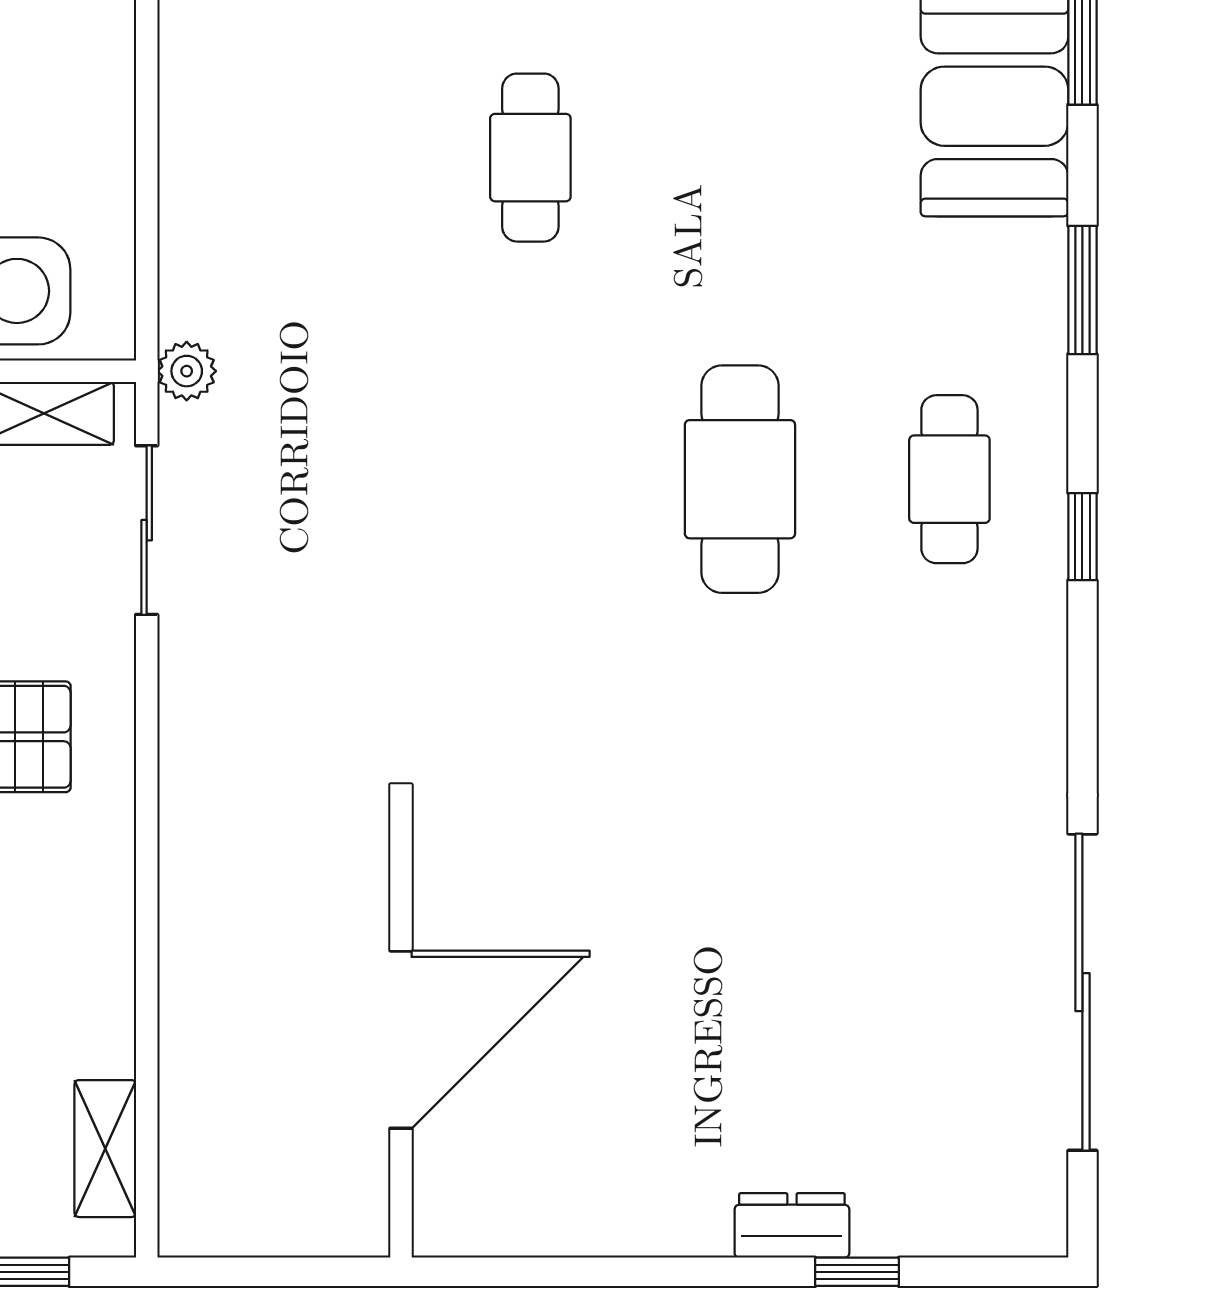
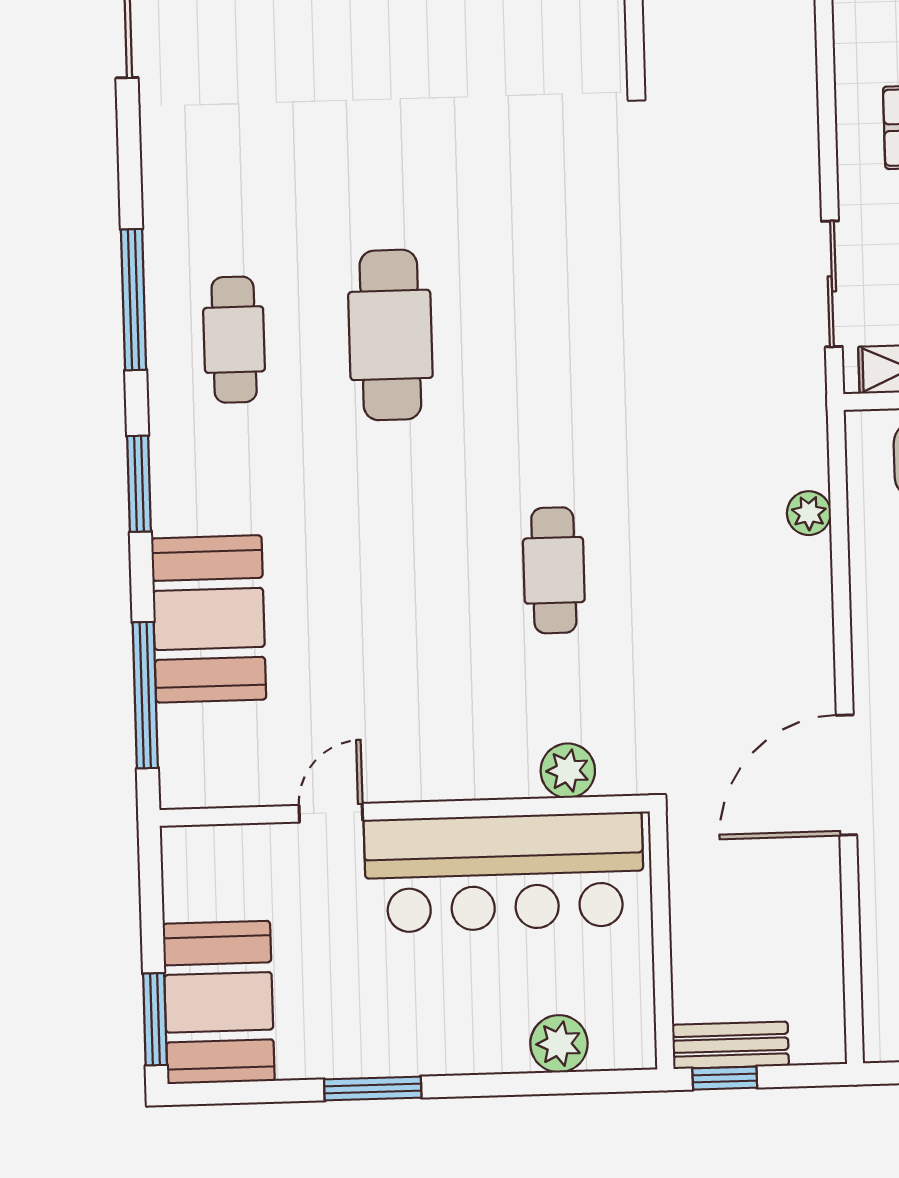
plant: (187, 371) -> (809, 513), moved
window: (1082, 537) -> (134, 300), width x2.17

